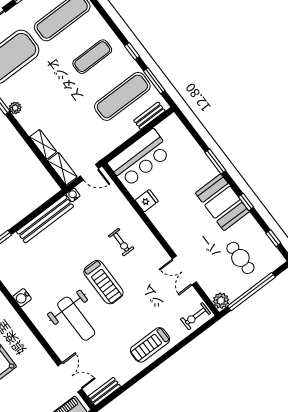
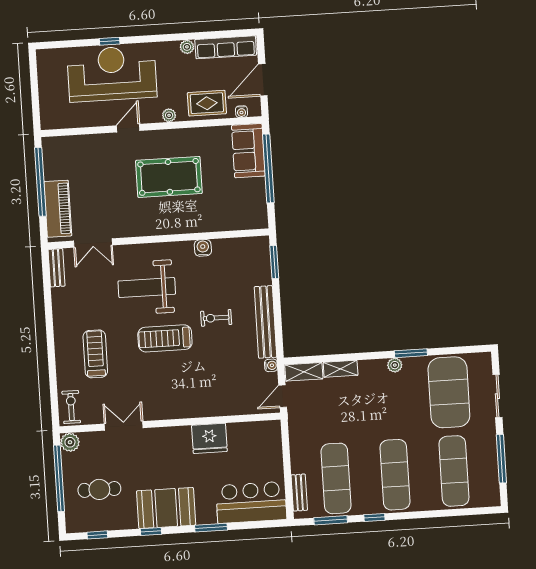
exercise mat: (92, 57) -> (395, 475), width x1.36, depth x1.45
bar counter: (140, 158) -> (251, 502), moved, turned 90
fridge: (147, 201) -> (209, 438), width x1.88, depth x1.34
exercise bike: (121, 242) -> (216, 318), moved
treadmill: (150, 345) -> (95, 354), moved

